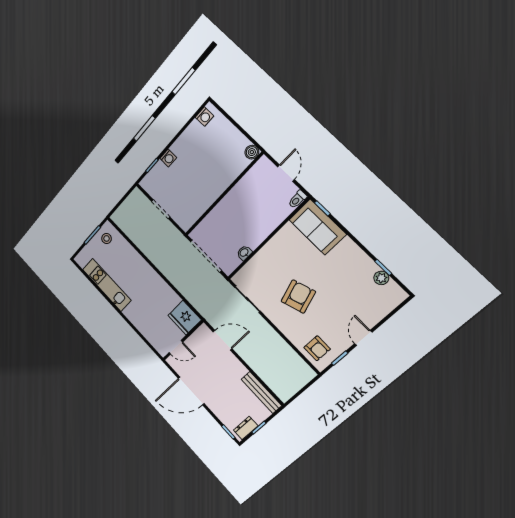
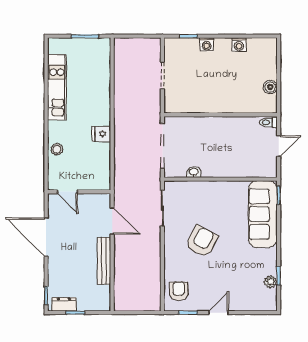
washing machine: (204, 117) -> (239, 45), moved
boiler: (252, 152) -> (270, 87), moved
toilet: (297, 199) -> (268, 122), moved
sofa: (317, 227) -> (263, 214), width x1.36
stool: (107, 238) -> (57, 149), moved
armchair: (298, 296) -> (202, 241), turned -44
fridge: (185, 318) -> (101, 134), moved, width x0.53, depth x0.75
armchair: (317, 348) -> (179, 291), turned 180
bench: (261, 392) -> (104, 261), moved

